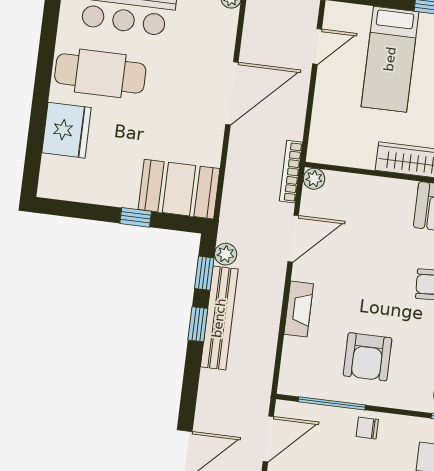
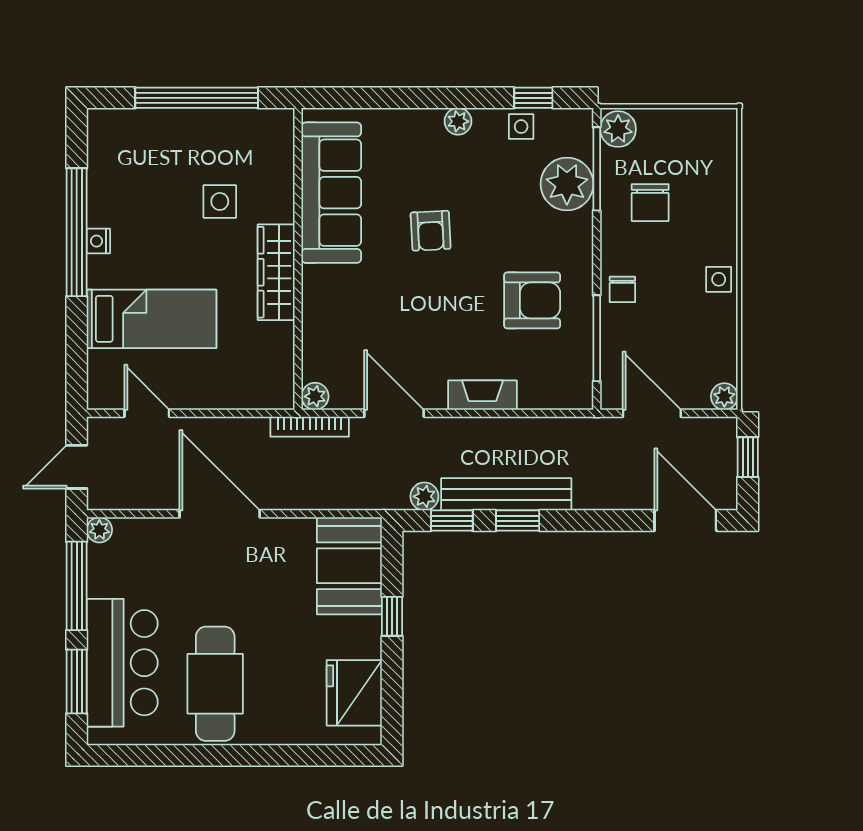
fridge: (66, 130) -> (354, 693), moved, turned -90

